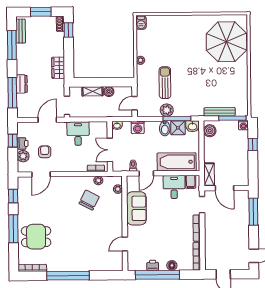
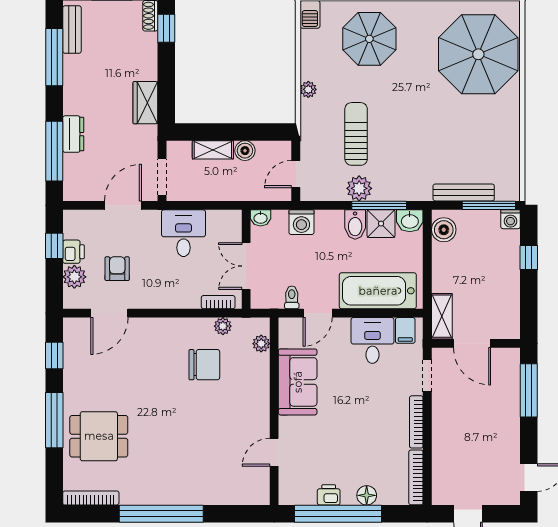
parasol: (171, 34) -> (369, 39), added
chair: (89, 200) -> (204, 365), turned 63

